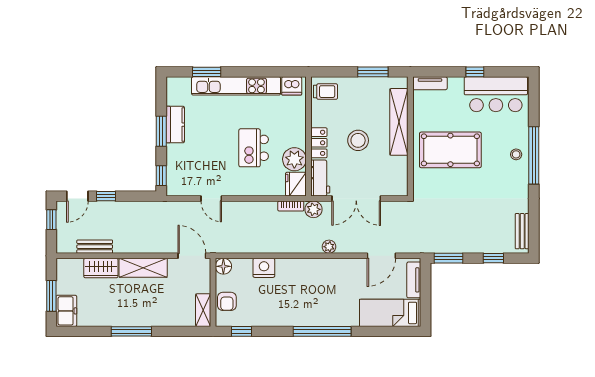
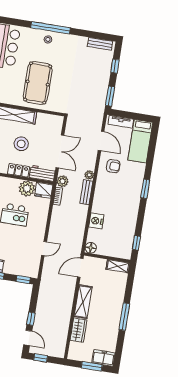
bench: (95, 247) -> (86, 192), moved
armchair: (227, 301) -> (113, 166), moved
window: (322, 331) -> (145, 189), width x0.47

